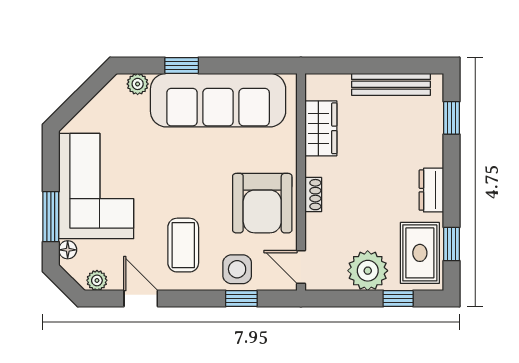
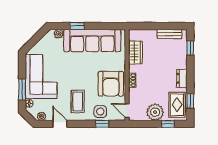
bench: (391, 84) -> (169, 34), width x0.73

